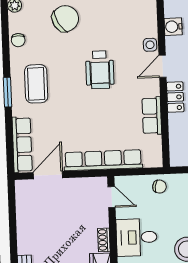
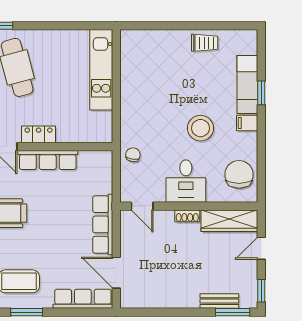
row of seats: (152, 116) -> (48, 160), width x1.48
row of seats: (103, 160) -> (103, 224), width x0.73
door: (111, 197) -> (142, 206), swing flipped

